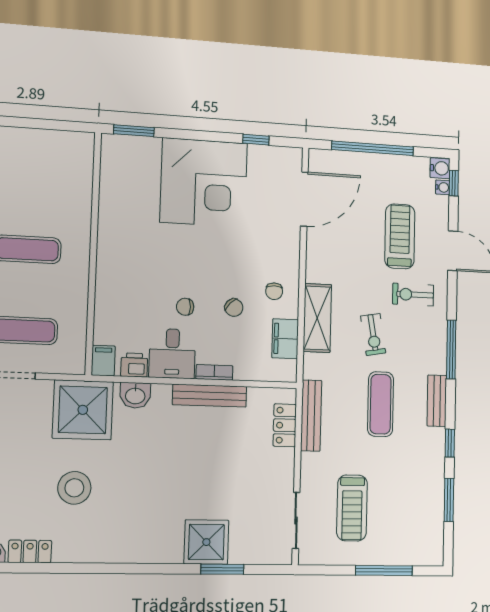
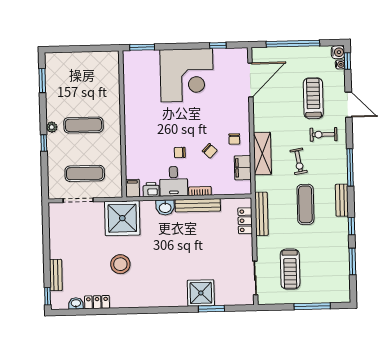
washbasin: (135, 395) -> (165, 207), moved

